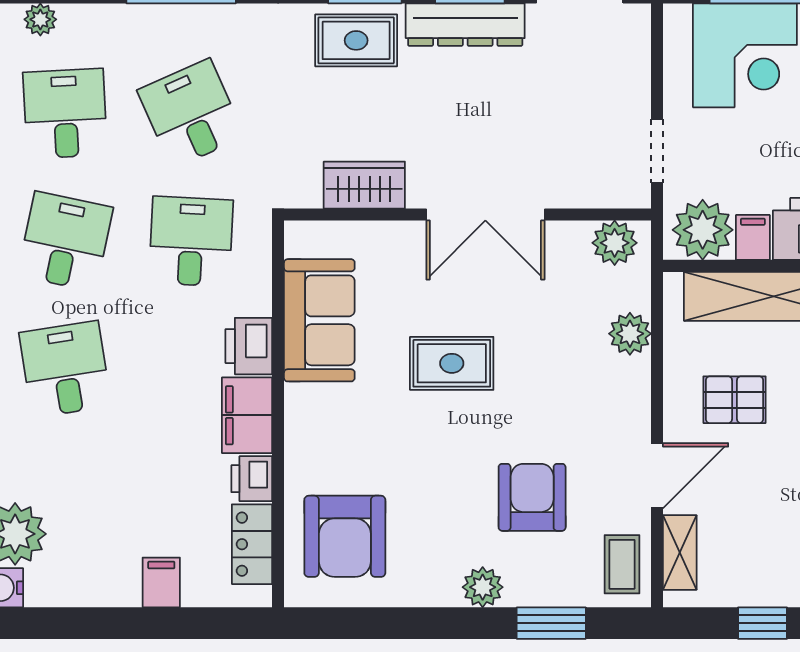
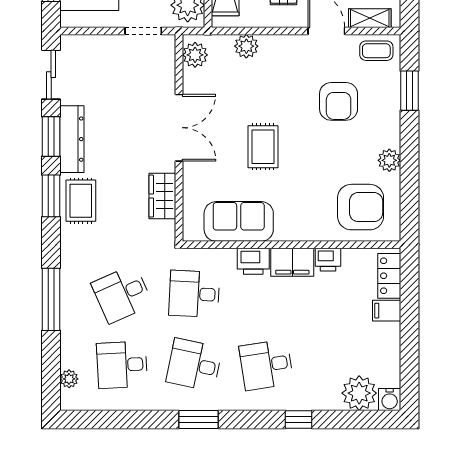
armchair: (532, 497) -> (339, 101), turned -90
locker: (252, 544) -> (389, 276), moved, turned 90
plant: (483, 587) -> (389, 160), moved

